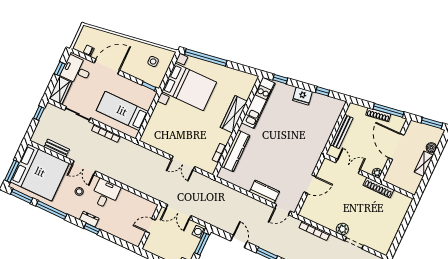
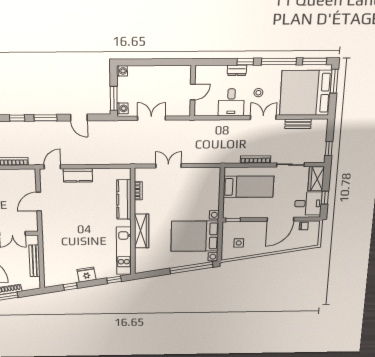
door: (151, 226) -> (193, 92), moved
wall: (150, 227) -> (193, 91), moved
window: (92, 229) -> (245, 62), moved

